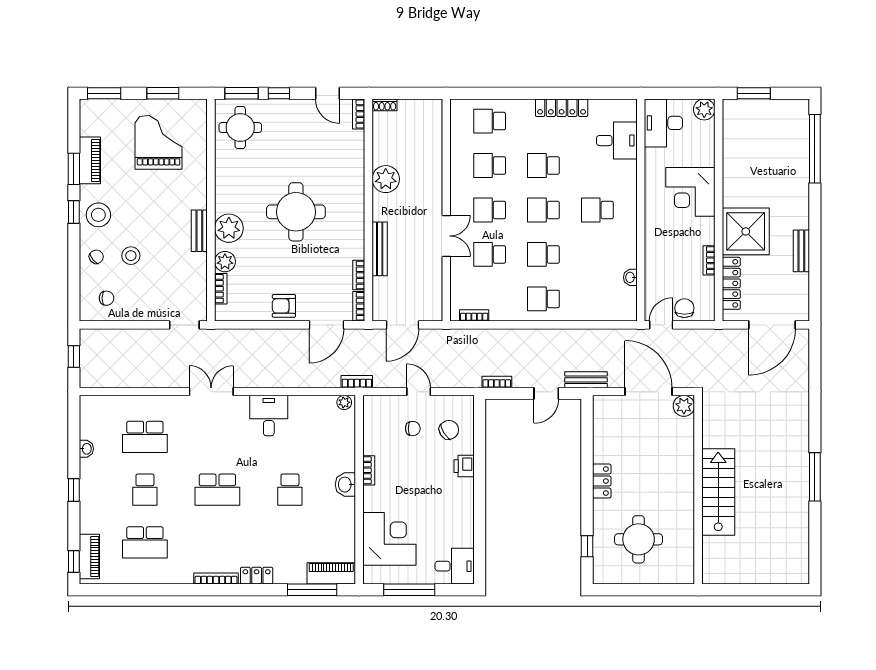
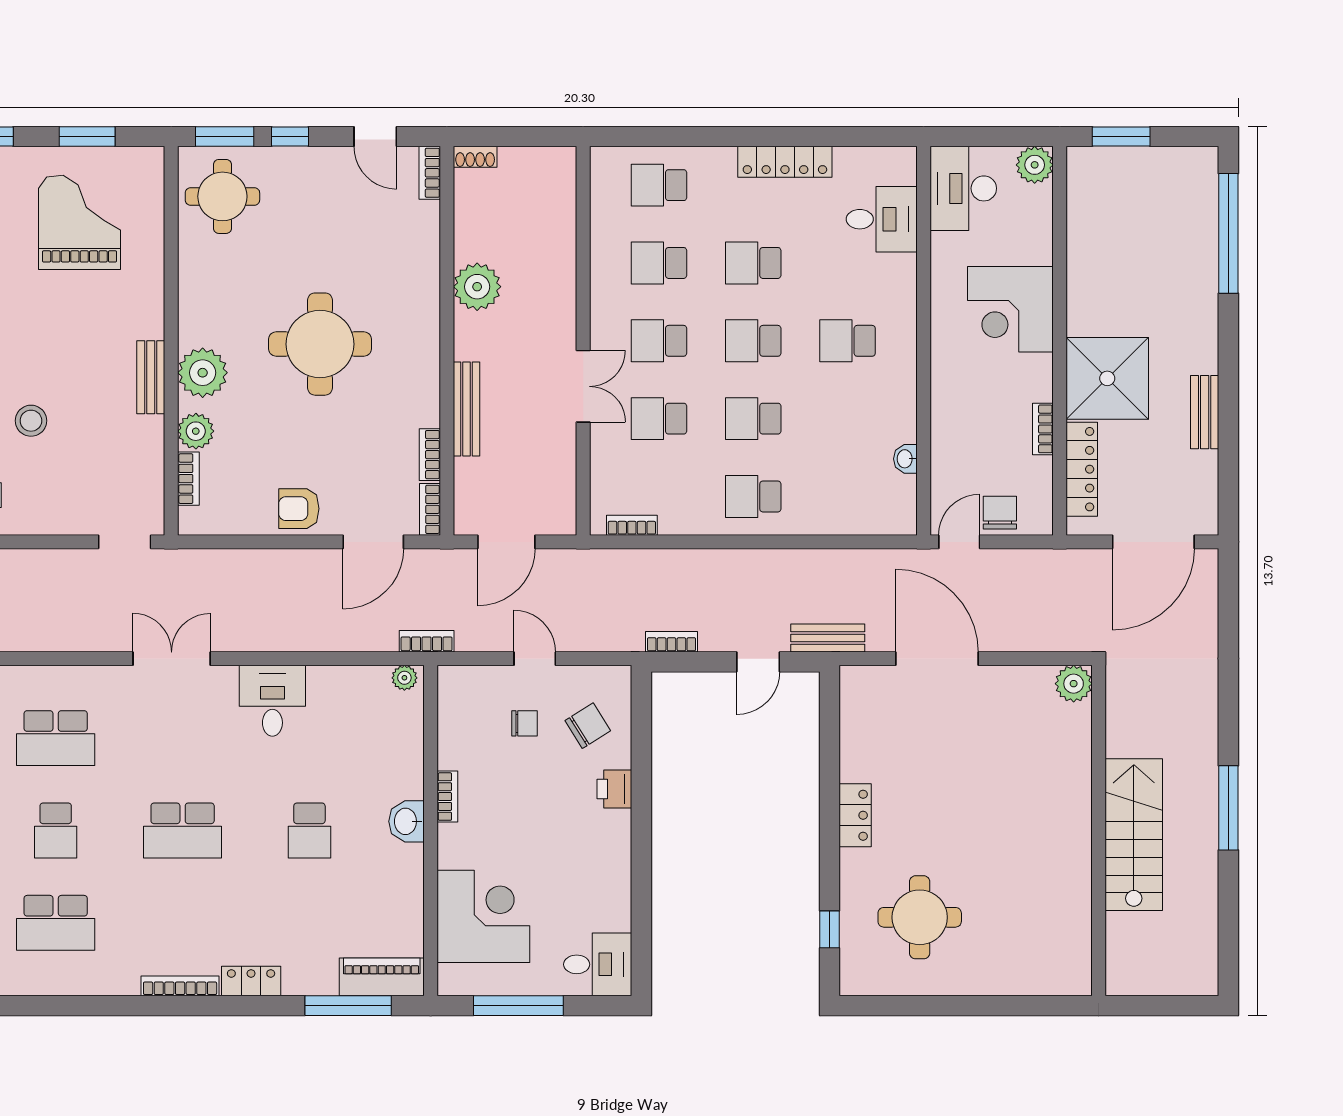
plant: (684, 406) -> (1074, 684), moved
wall: (698, 490) -> (1099, 830), moved
stairs: (718, 492) -> (1134, 835), moved

